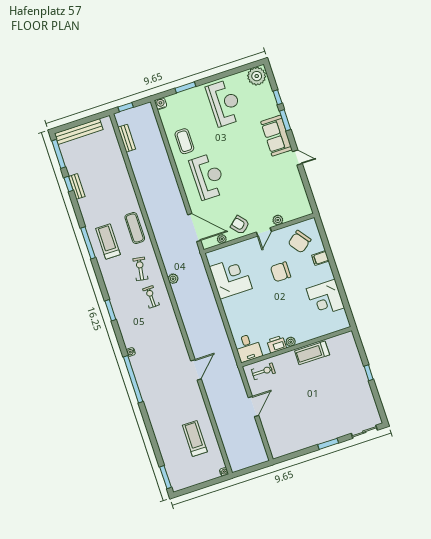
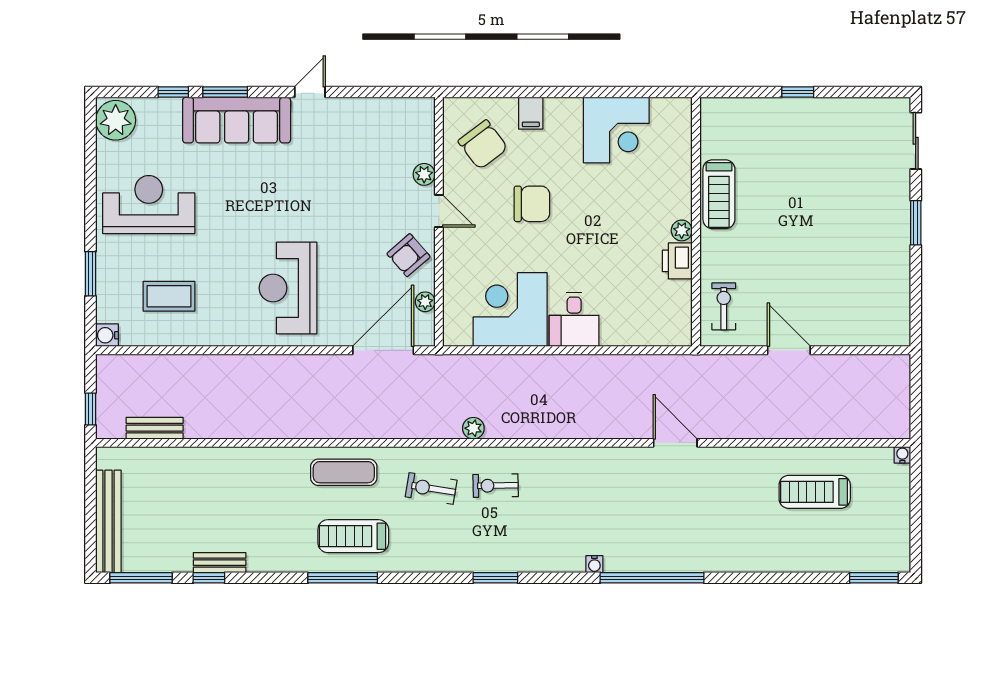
sofa: (276, 136) -> (237, 120), width x1.36
coffee table: (184, 141) -> (169, 296), moved
reception desk: (208, 177) -> (288, 288), turned -90
chair: (281, 272) -> (532, 204), turned -90
desk: (248, 348) -> (574, 320), moved, turned 90

